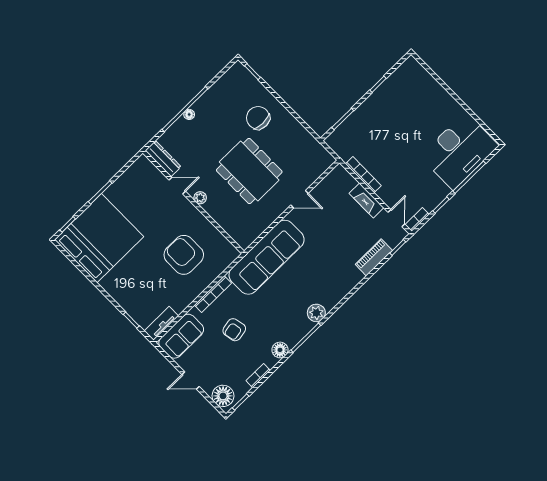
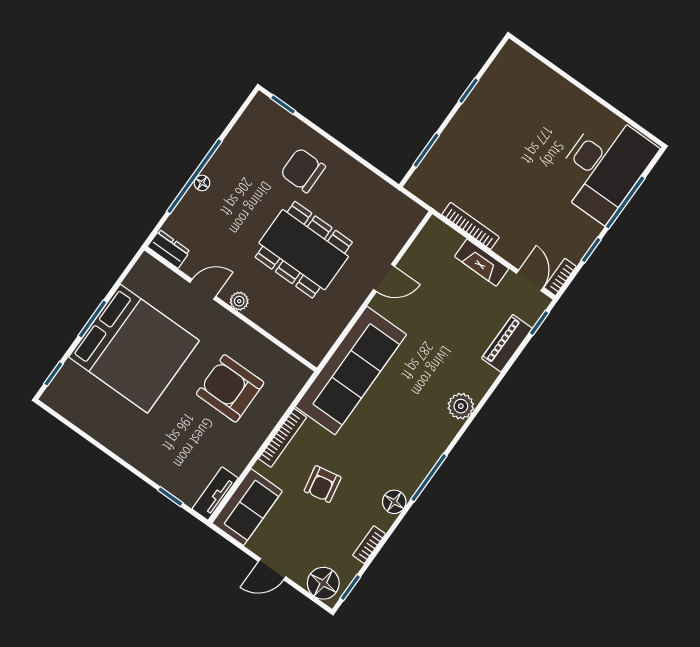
dresser: (163, 159) -> (169, 249), width x0.70
bed: (99, 238) -> (134, 349), moved, turned 90
plant: (316, 313) -> (461, 406), moved

